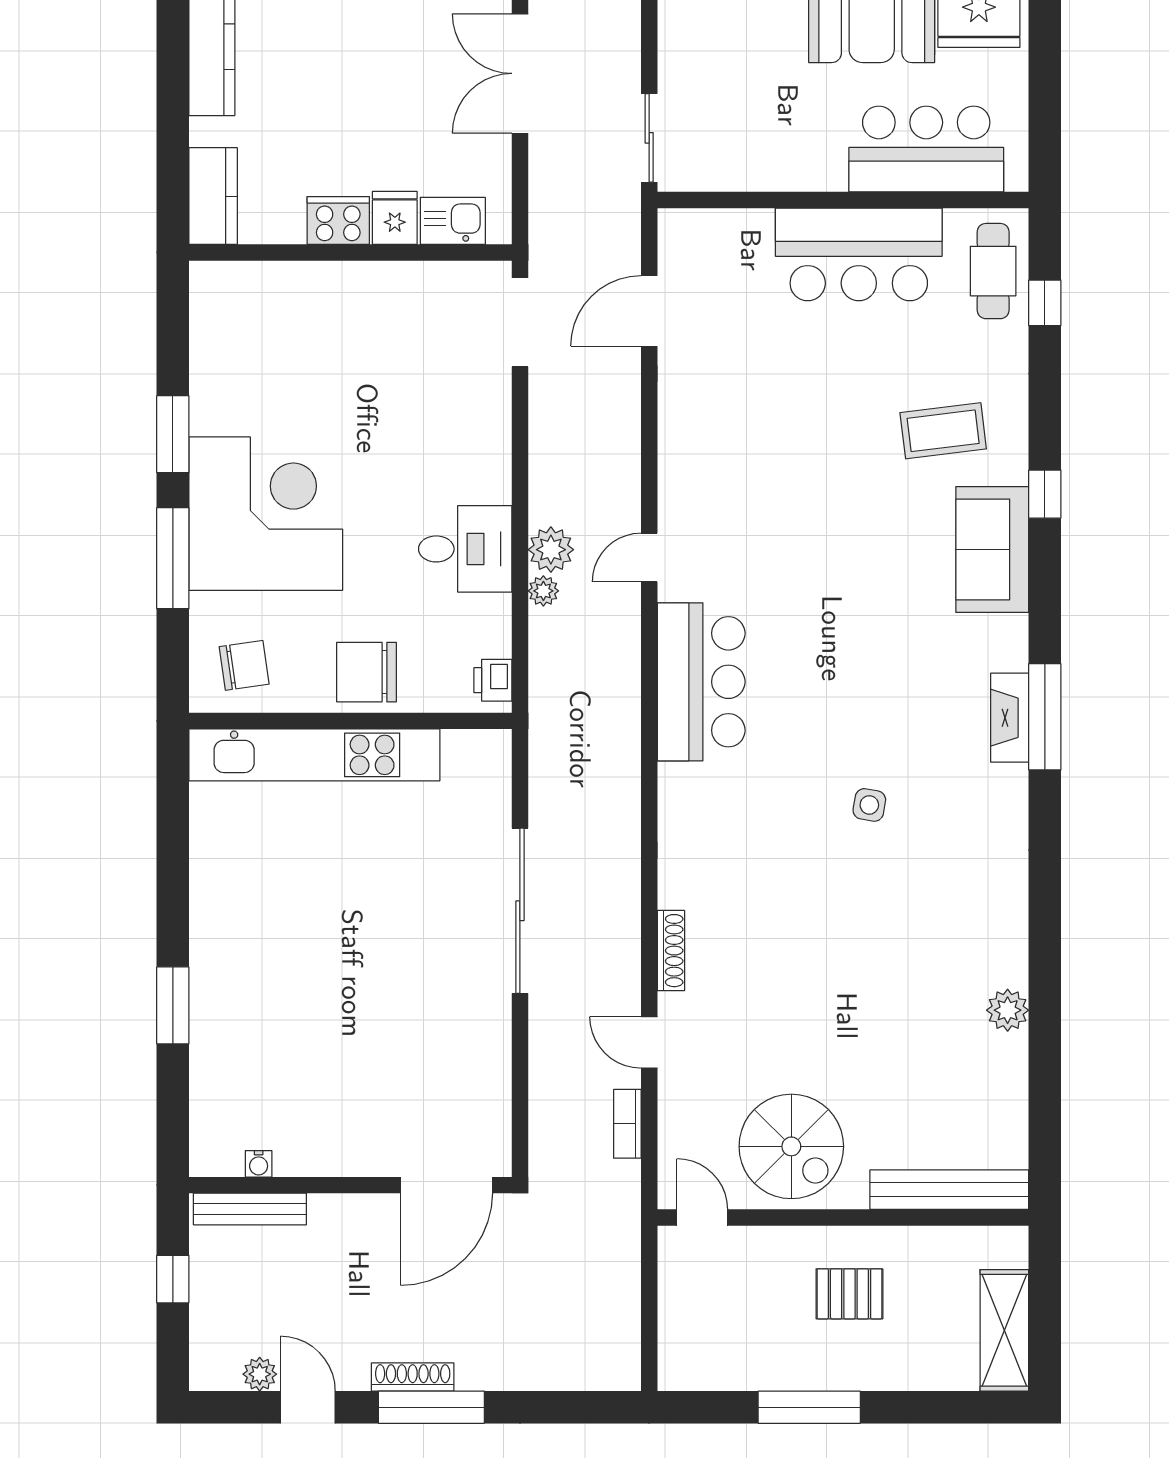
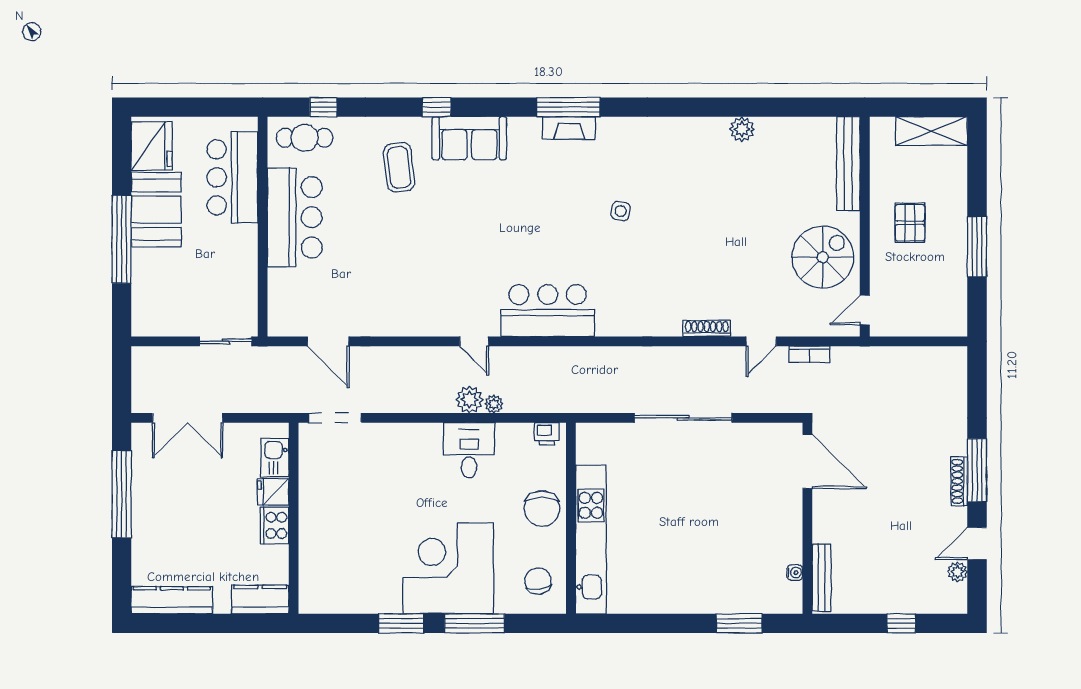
water cooler: (259, 1164) -> (795, 573), moved
wall: (350, 1185) -> (807, 518), moved
door: (446, 1185) -> (807, 461), moved
bench: (250, 1209) -> (822, 578), moved

